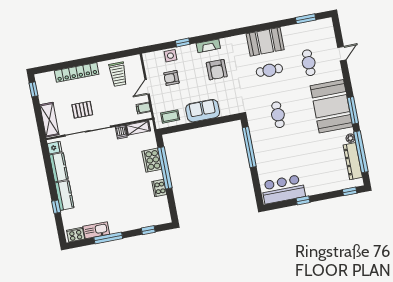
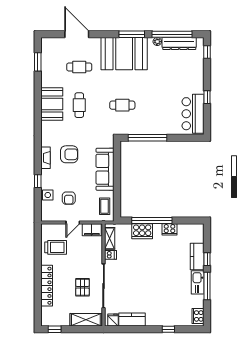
door: (342, 54) -> (77, 34), width x1.88
door: (147, 87) -> (73, 223), hinge flipped
filing cabinet: (143, 108) -> (92, 230), width x2.00
sofa: (203, 111) -> (105, 169), width x1.36
kitchen counter: (64, 195) -> (197, 256), moved, turned -90
kitchen sink: (96, 230) -> (198, 282), moved
window: (148, 230) -> (207, 259), moved

